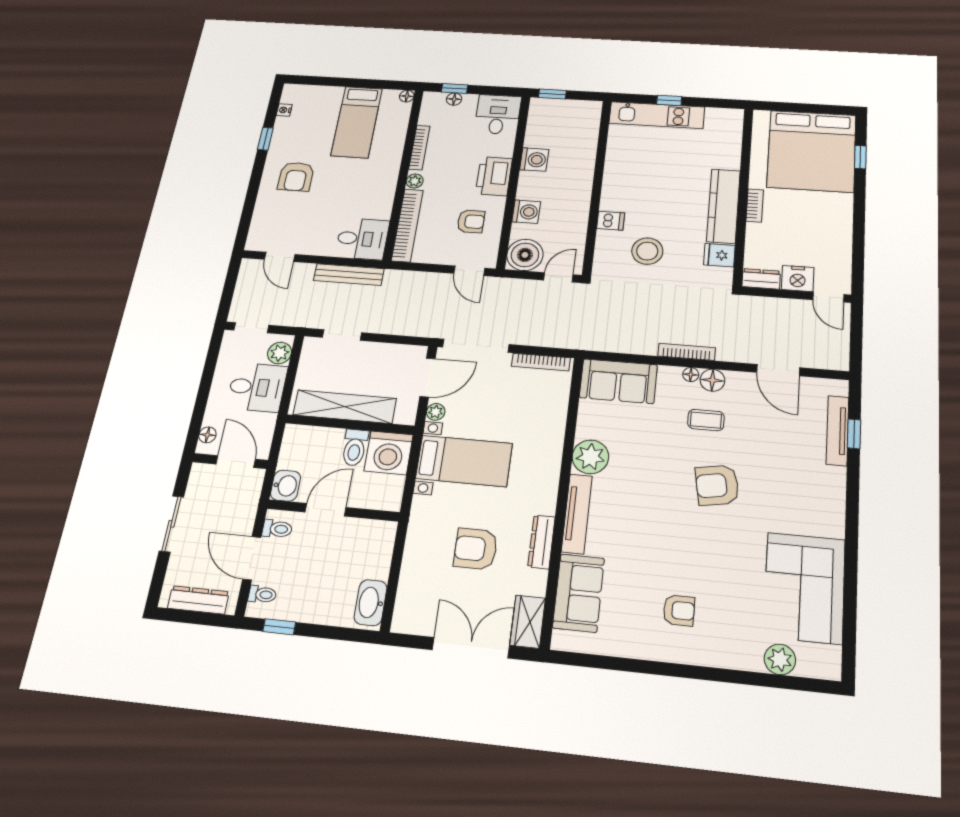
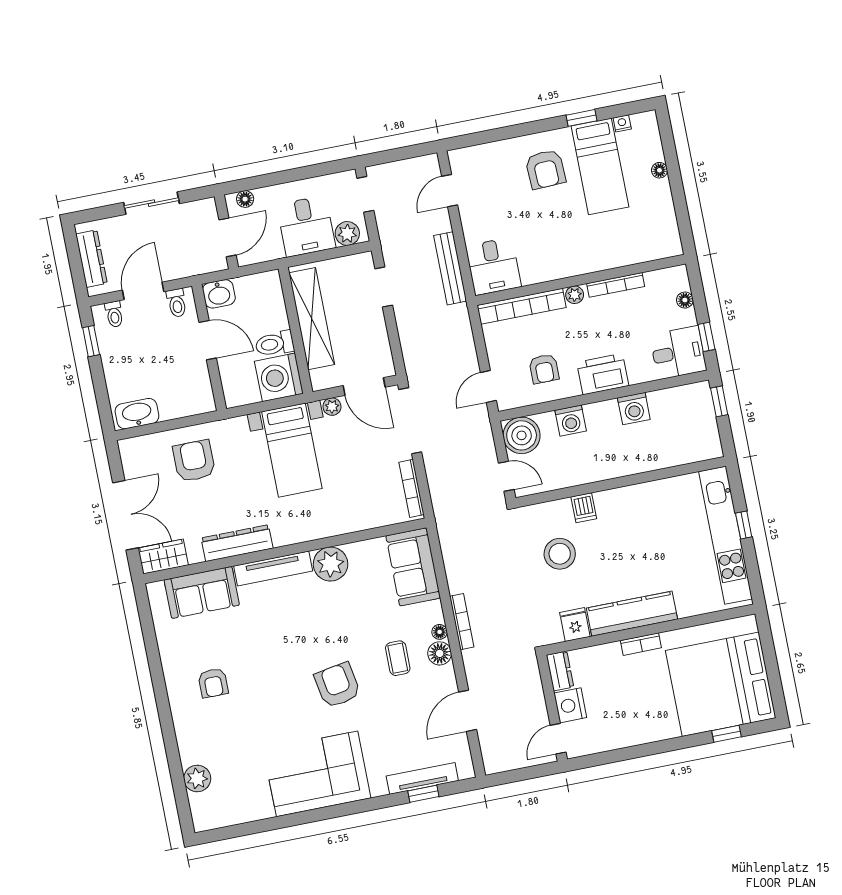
window: (455, 88) -> (706, 337), moved
floor lamp: (407, 96) -> (659, 170), moved
kitchen unit: (657, 115) -> (725, 535), width x1.36
bed: (357, 122) -> (600, 166), moved, turned -90
armchair: (296, 177) -> (545, 169), turned -92
dresser: (542, 542) -> (237, 543), width x1.37, depth x1.24
armchair: (476, 549) -> (194, 461), moved
corner sofa: (804, 588) -> (317, 774), moved

